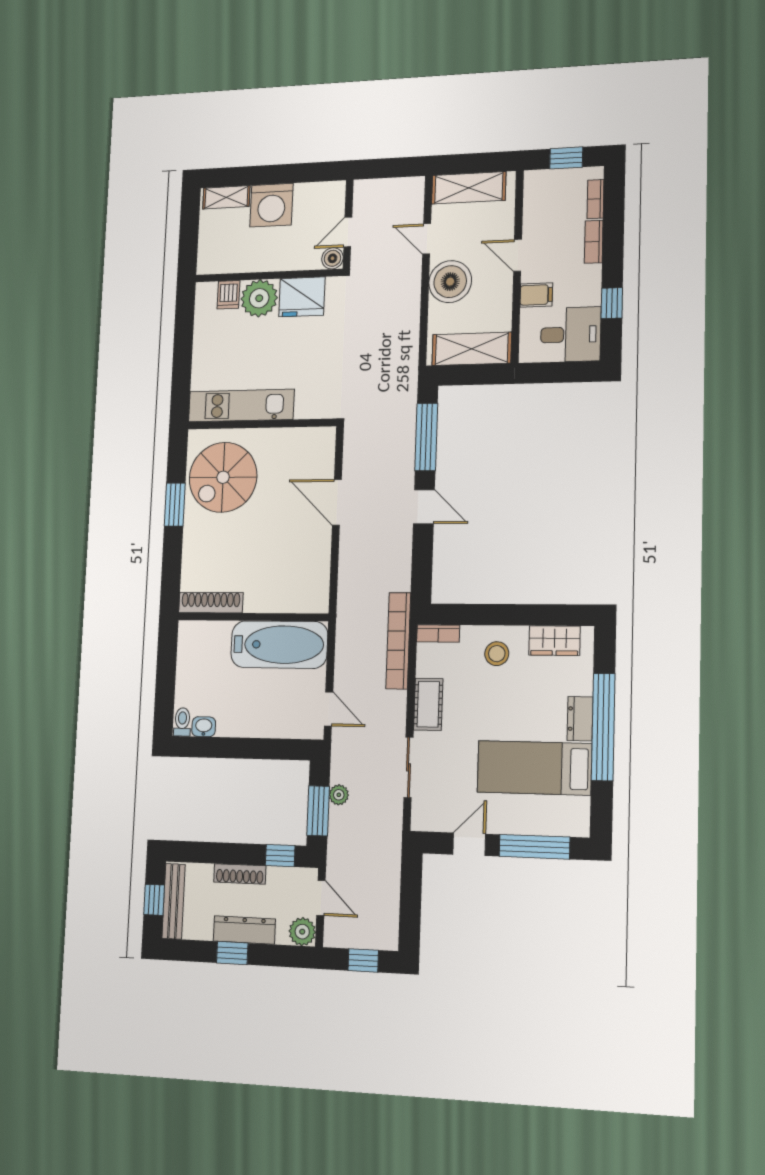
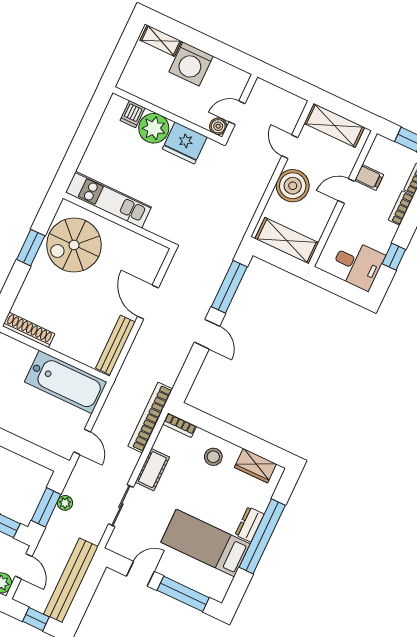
door: (518, 255) -> (346, 191), hinge flipped
filing cabinet: (536, 295) -> (369, 178), moved
bench: (320, 572) -> (115, 345), added
bench: (386, 891) -> (71, 580), added

